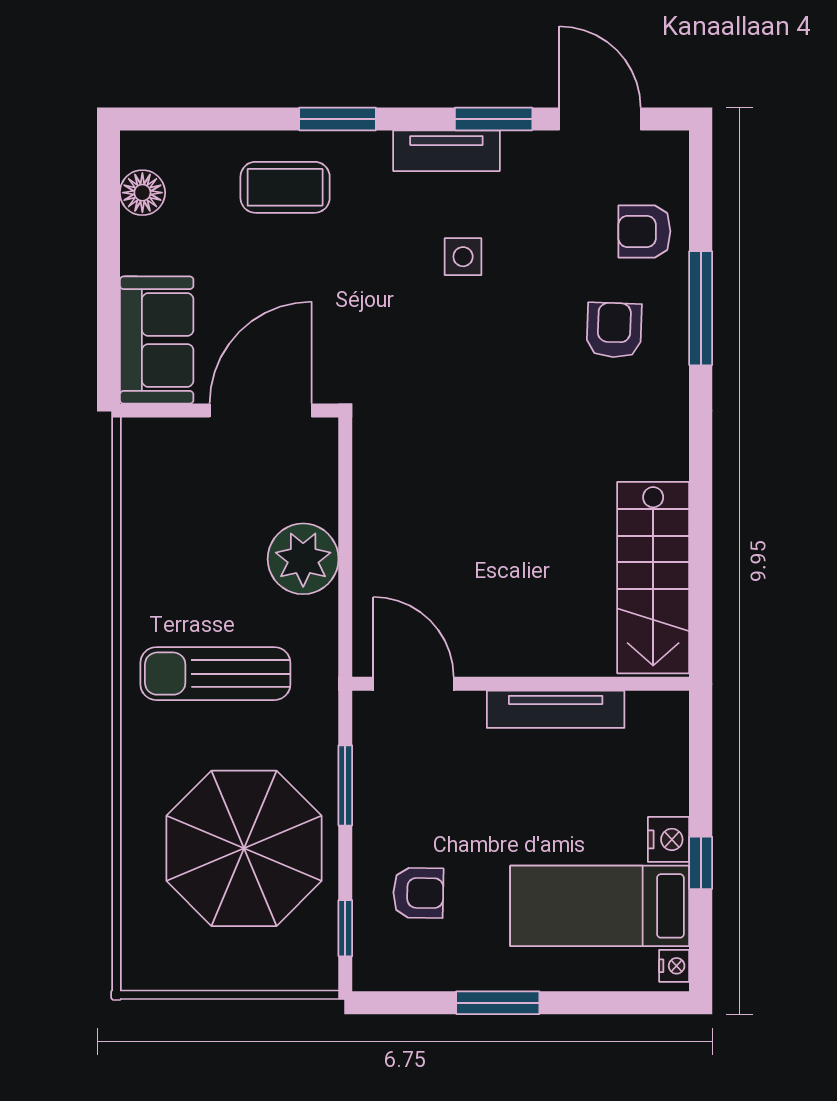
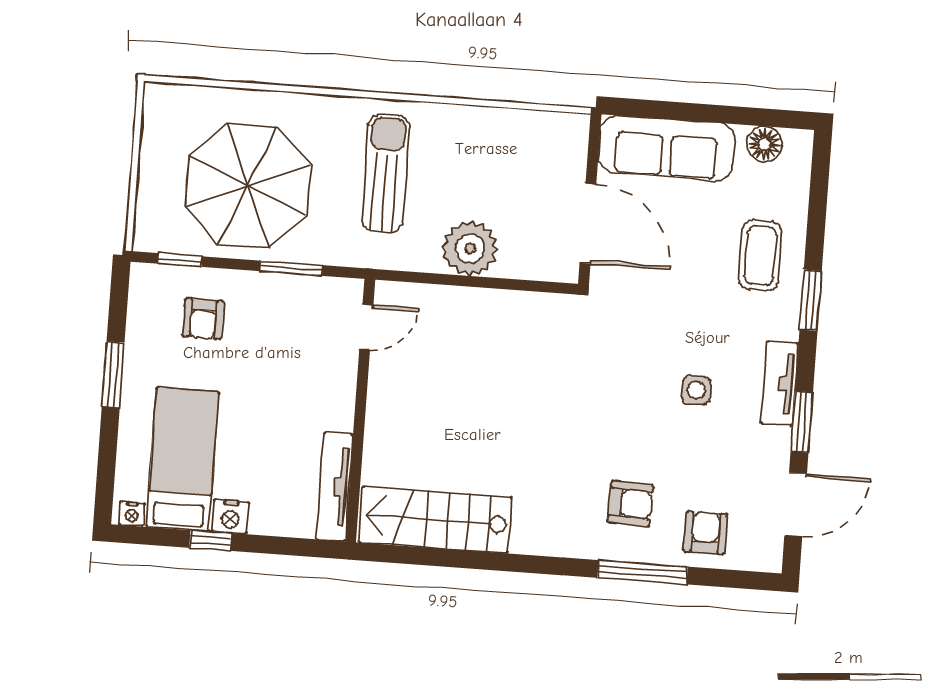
sofa: (157, 340) -> (667, 148), width x1.36
door: (413, 684) -> (366, 327), width x0.73
tv unit: (556, 709) -> (335, 487), moved

